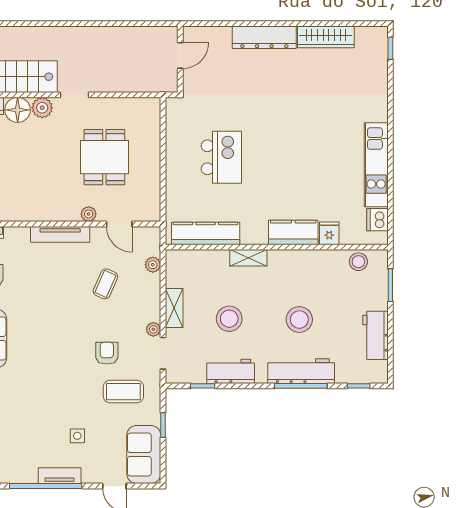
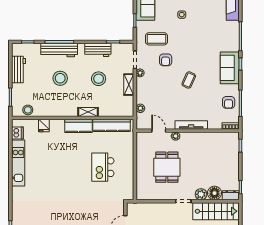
kitchen counter: (293, 232) -> (79, 126), moved
coffee table: (105, 284) -> (189, 80), moved

